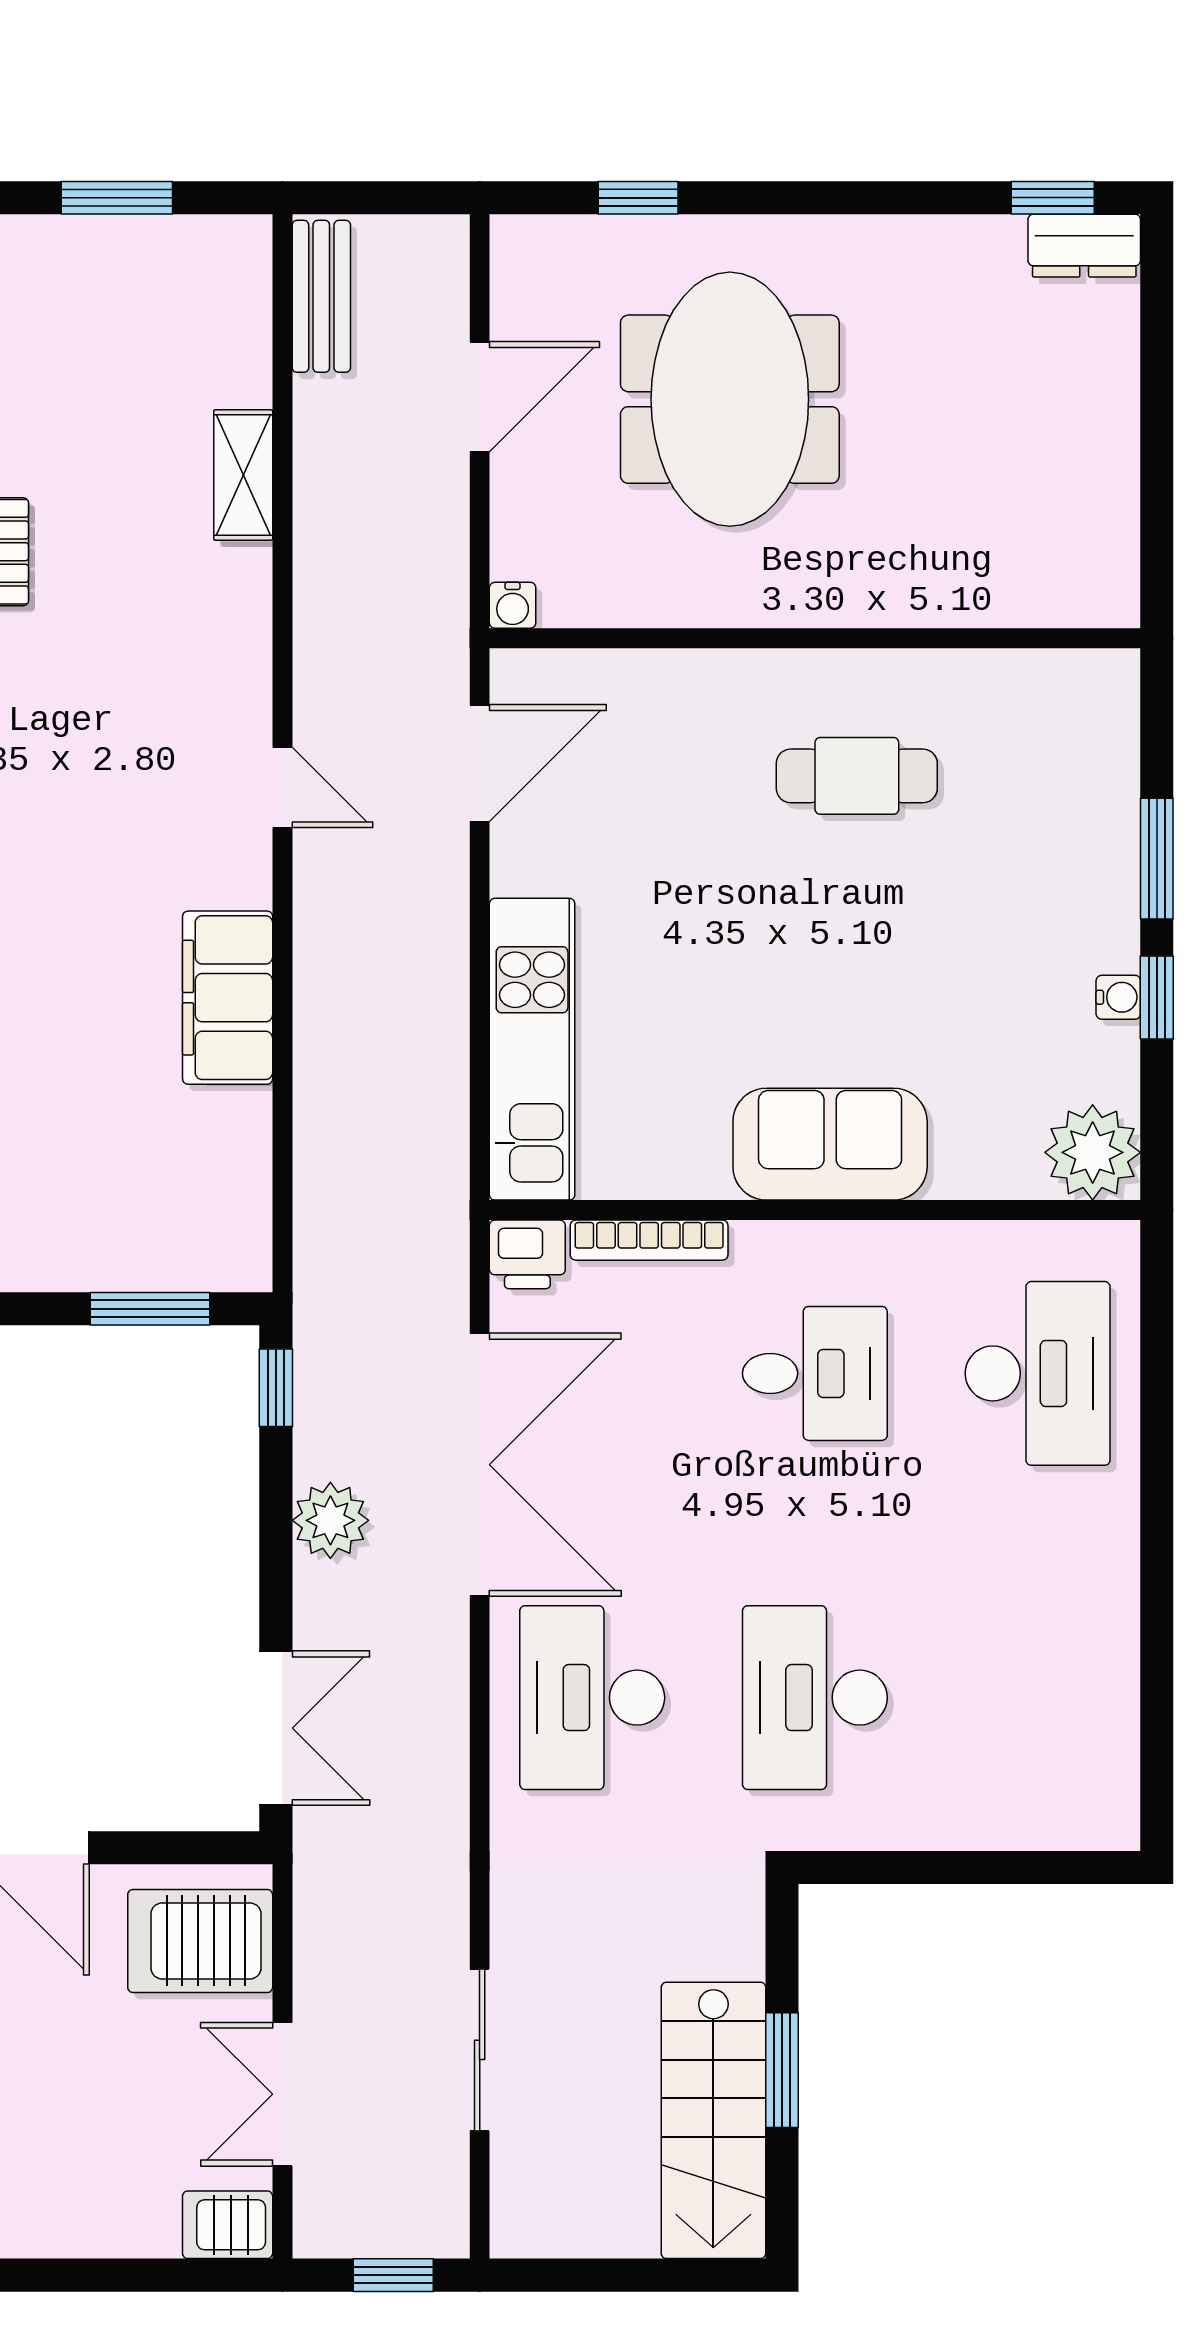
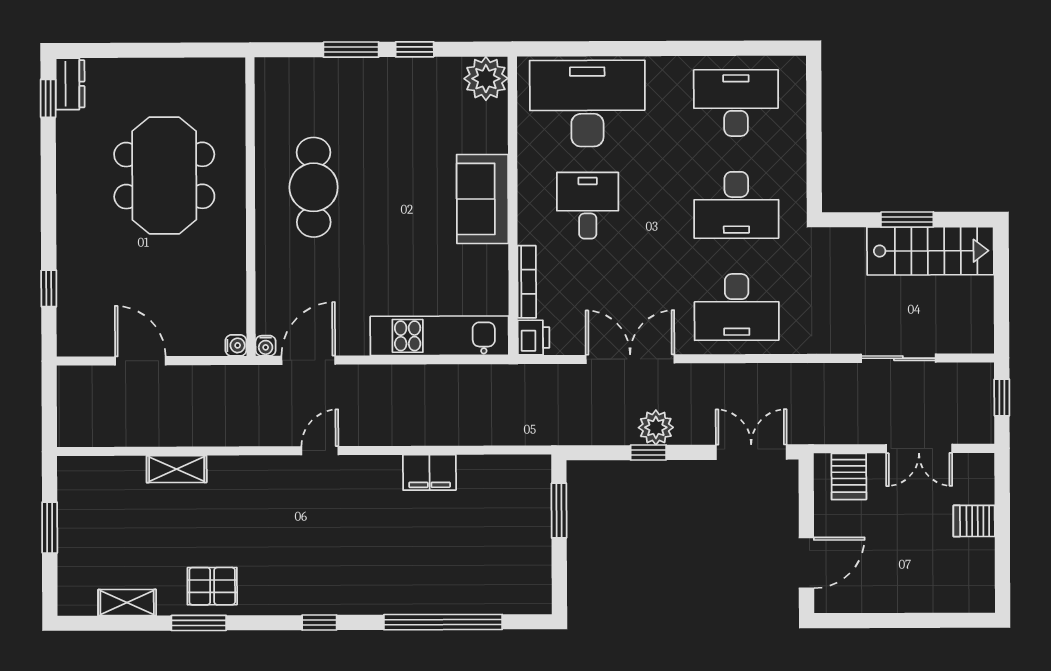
bench: (321, 296) -> (95, 434), removed
meeting table: (730, 399) -> (164, 175), moved, turned 90
door: (480, 763) -> (308, 360), hinge flipped
cafe table: (857, 776) -> (314, 187), width x1.37, depth x1.35
water cooler: (1118, 997) -> (266, 346), moved, turned 180
filing cabinet: (228, 998) -> (430, 472), width x0.67, depth x0.86
desk: (1038, 1373) -> (587, 103), width x1.36, depth x1.30
window: (276, 1388) -> (648, 453), moved
double door: (480, 1465) -> (630, 359), width x0.73
desk: (1038, 1698) -> (736, 103), added
server rack: (200, 1941) -> (849, 476), width x0.73, depth x0.70
server rack: (228, 2225) -> (974, 521), moved, turned 90

